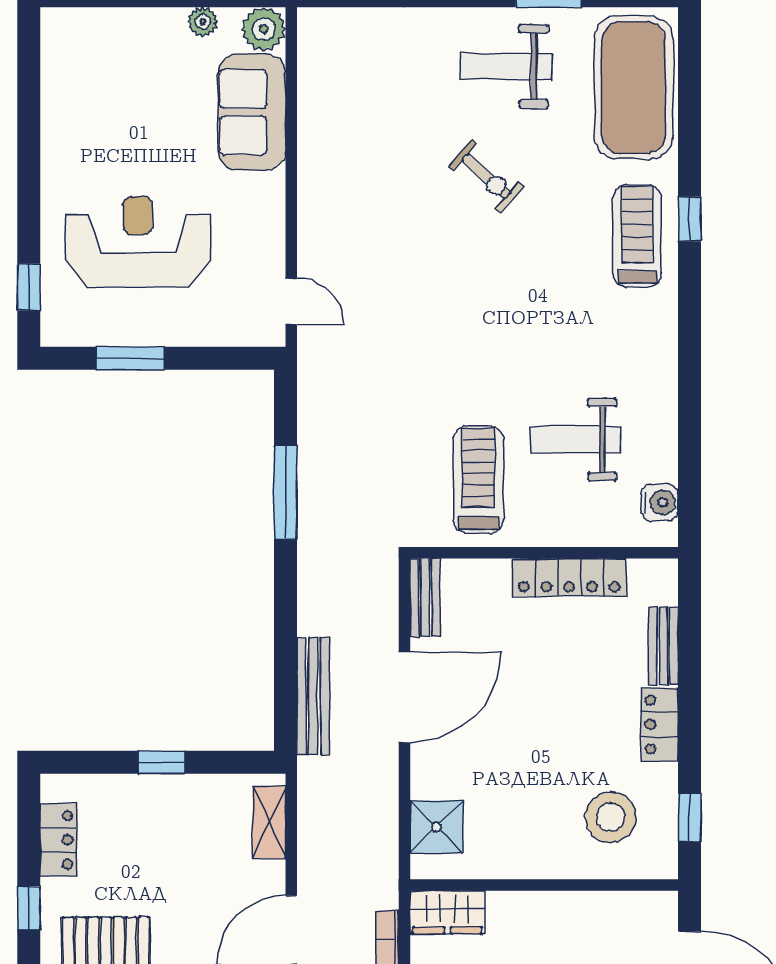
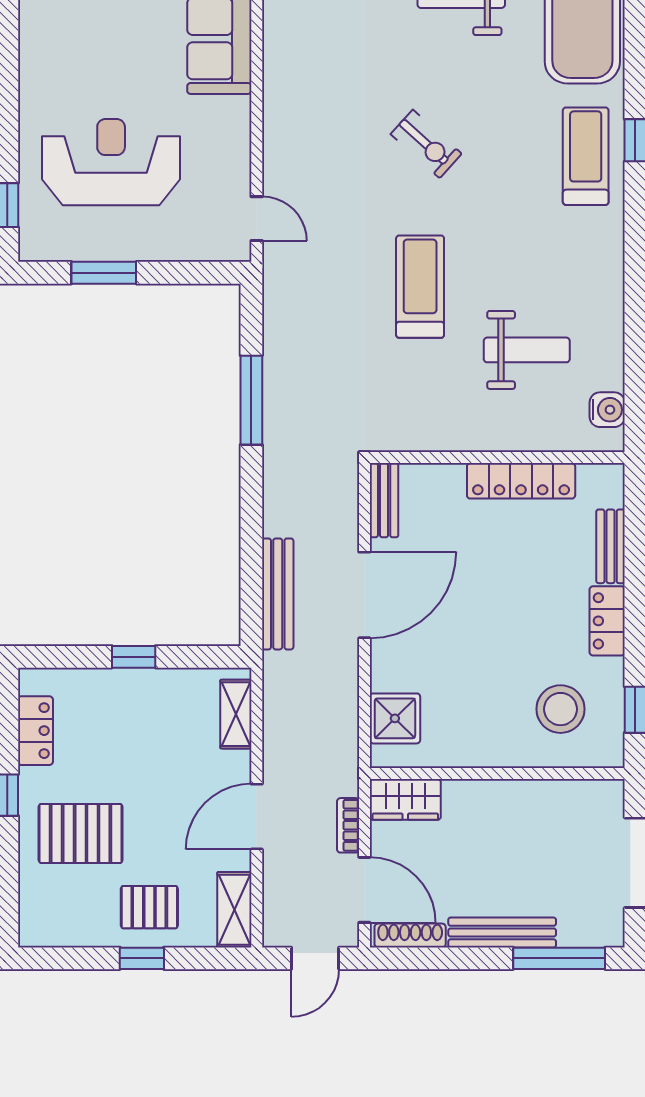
exercise bike: (486, 176) -> (426, 144), moved
weight bench: (575, 439) -> (527, 350), turned 180
treadmill: (478, 480) -> (420, 287), moved

